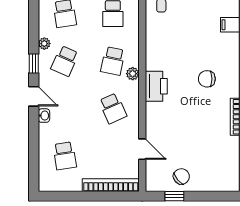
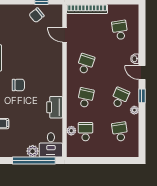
plant: (133, 74) -> (71, 131), moved
printer: (156, 86) -> (55, 107), moved
school desk: (113, 108) -> (86, 64), turned 42

